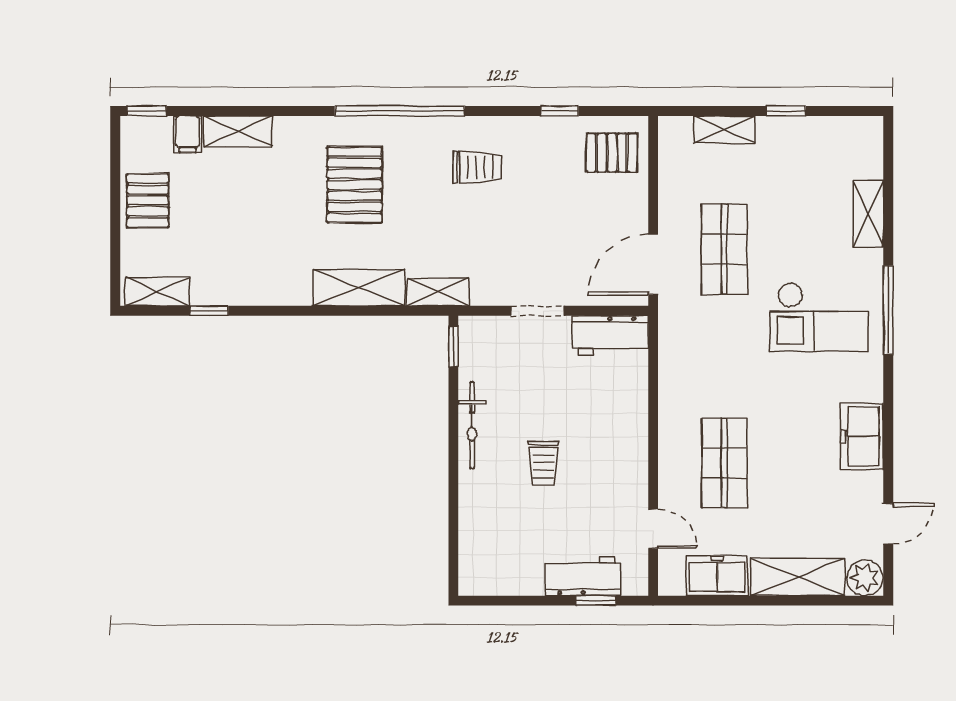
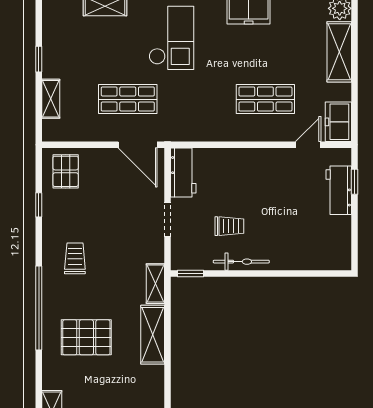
trolley: (544, 463) -> (229, 226), moved
freezer: (717, 576) -> (338, 122), moved

